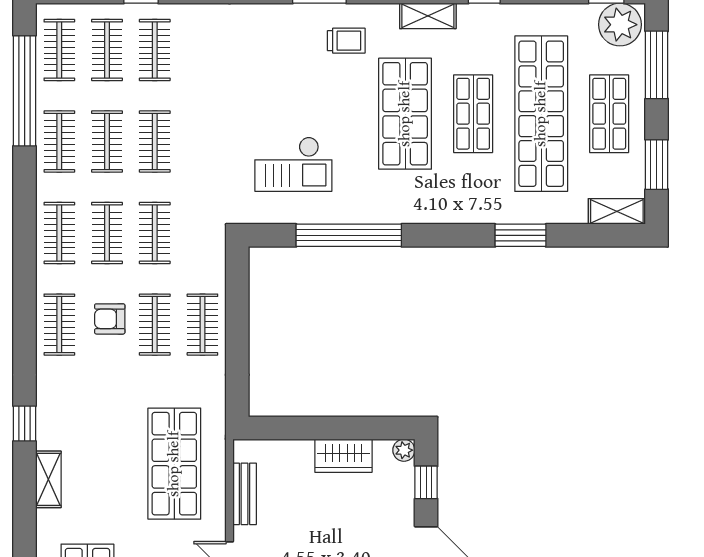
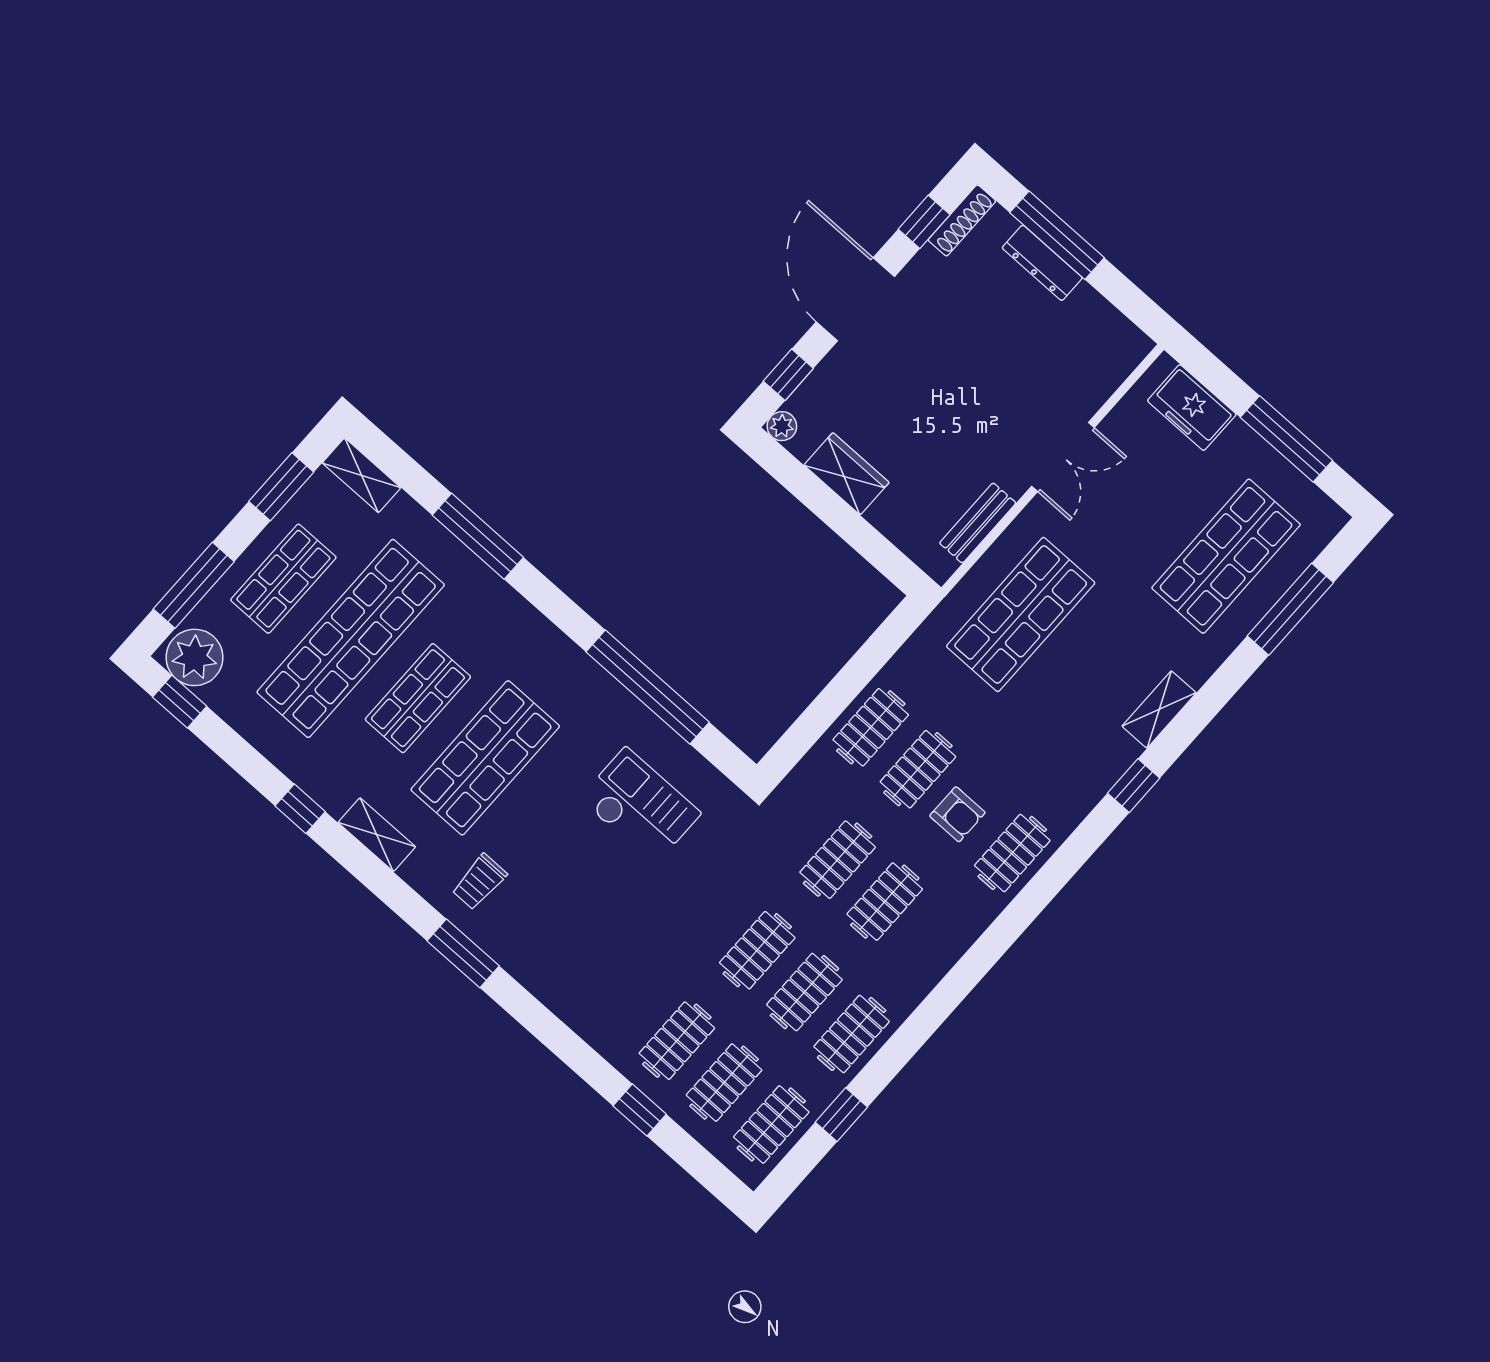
trolley: (346, 41) -> (479, 882), turned -90
window: (25, 91) -> (841, 1115), width x0.32
clothes rail: (59, 233) -> (932, 943), removed
window: (521, 235) -> (478, 536), width x1.44

